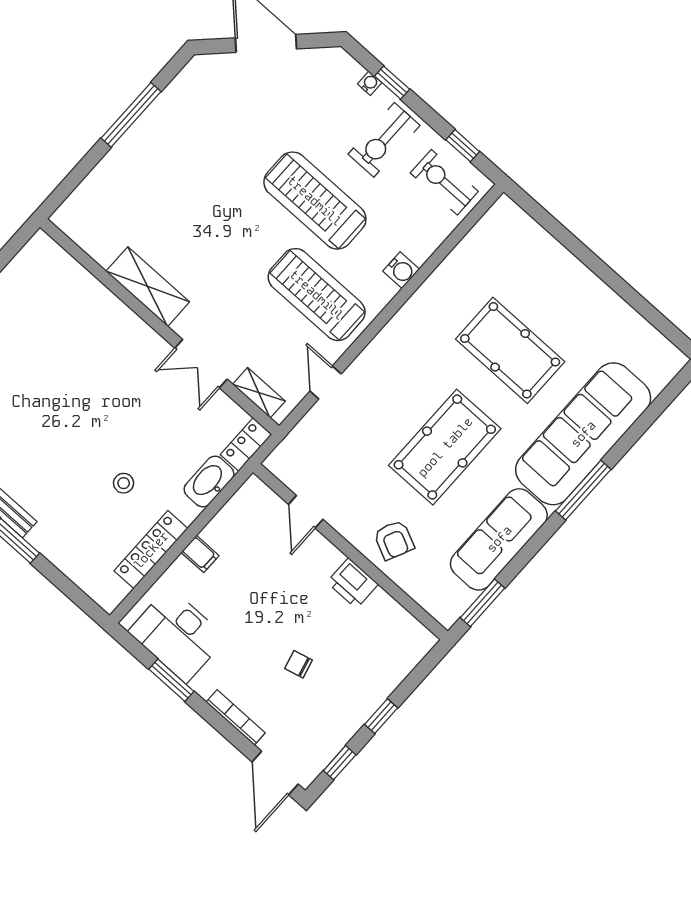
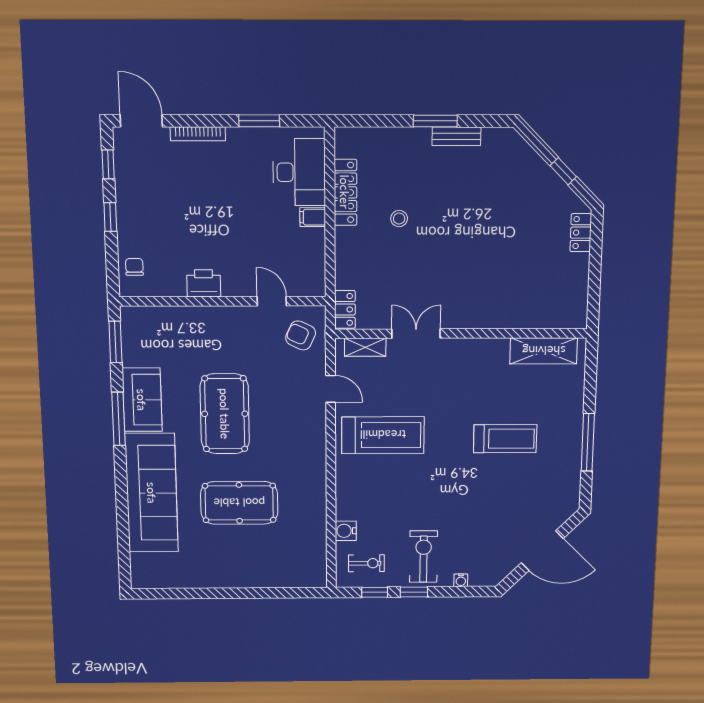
window: (392, 83) -> (414, 592), moved
exercise bike: (444, 182) -> (366, 563), width x0.73, depth x0.72
treadmill: (315, 201) -> (505, 439), moved, width x0.73, depth x0.73
water cooler: (401, 270) -> (346, 531), moved
shelving: (148, 287) -> (544, 351), moved
washbasin: (209, 482) -> (347, 267), removed
window: (583, 490) -> (119, 419), moved
sofa: (499, 539) -> (142, 400), width x0.73
armchair: (394, 540) -> (301, 335), moved
desk: (177, 635) -> (299, 172), moved, turned 90
chair: (299, 664) -> (134, 267), moved, turned -76

